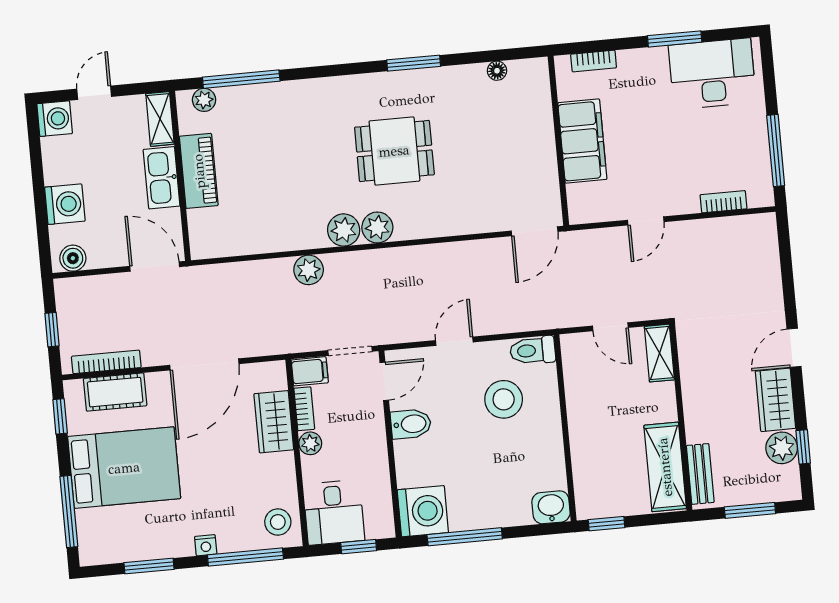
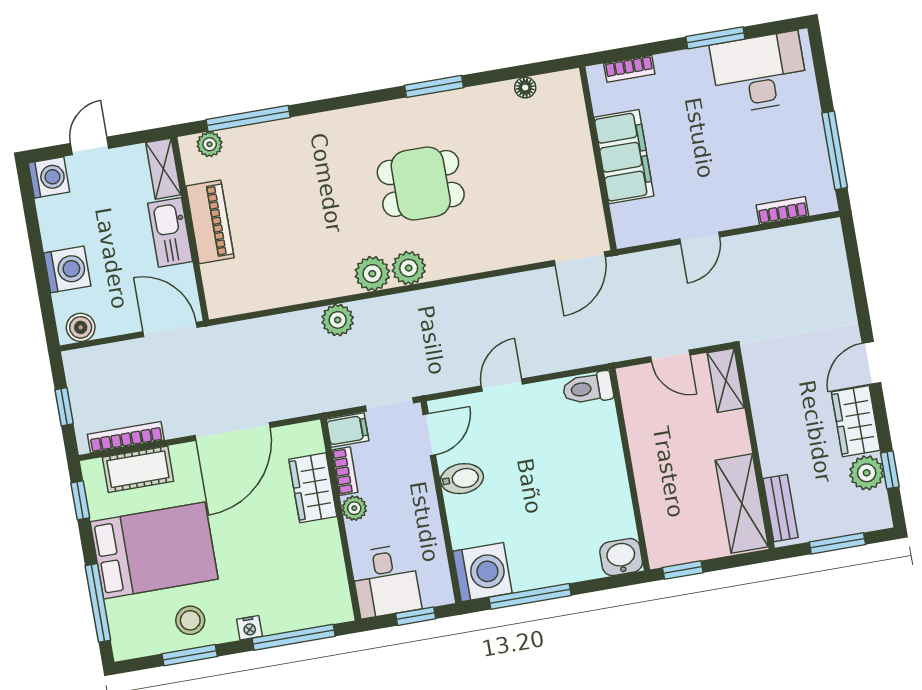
stool: (504, 399) -> (560, 444), removed
stool: (278, 522) -> (190, 620), moved

